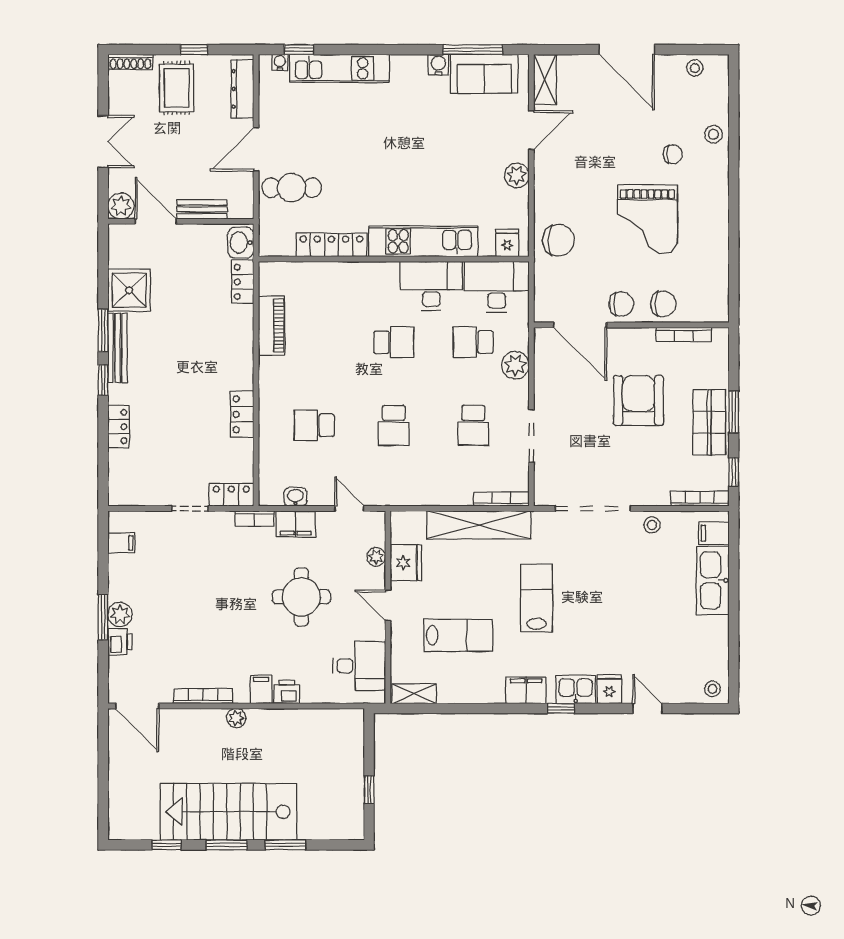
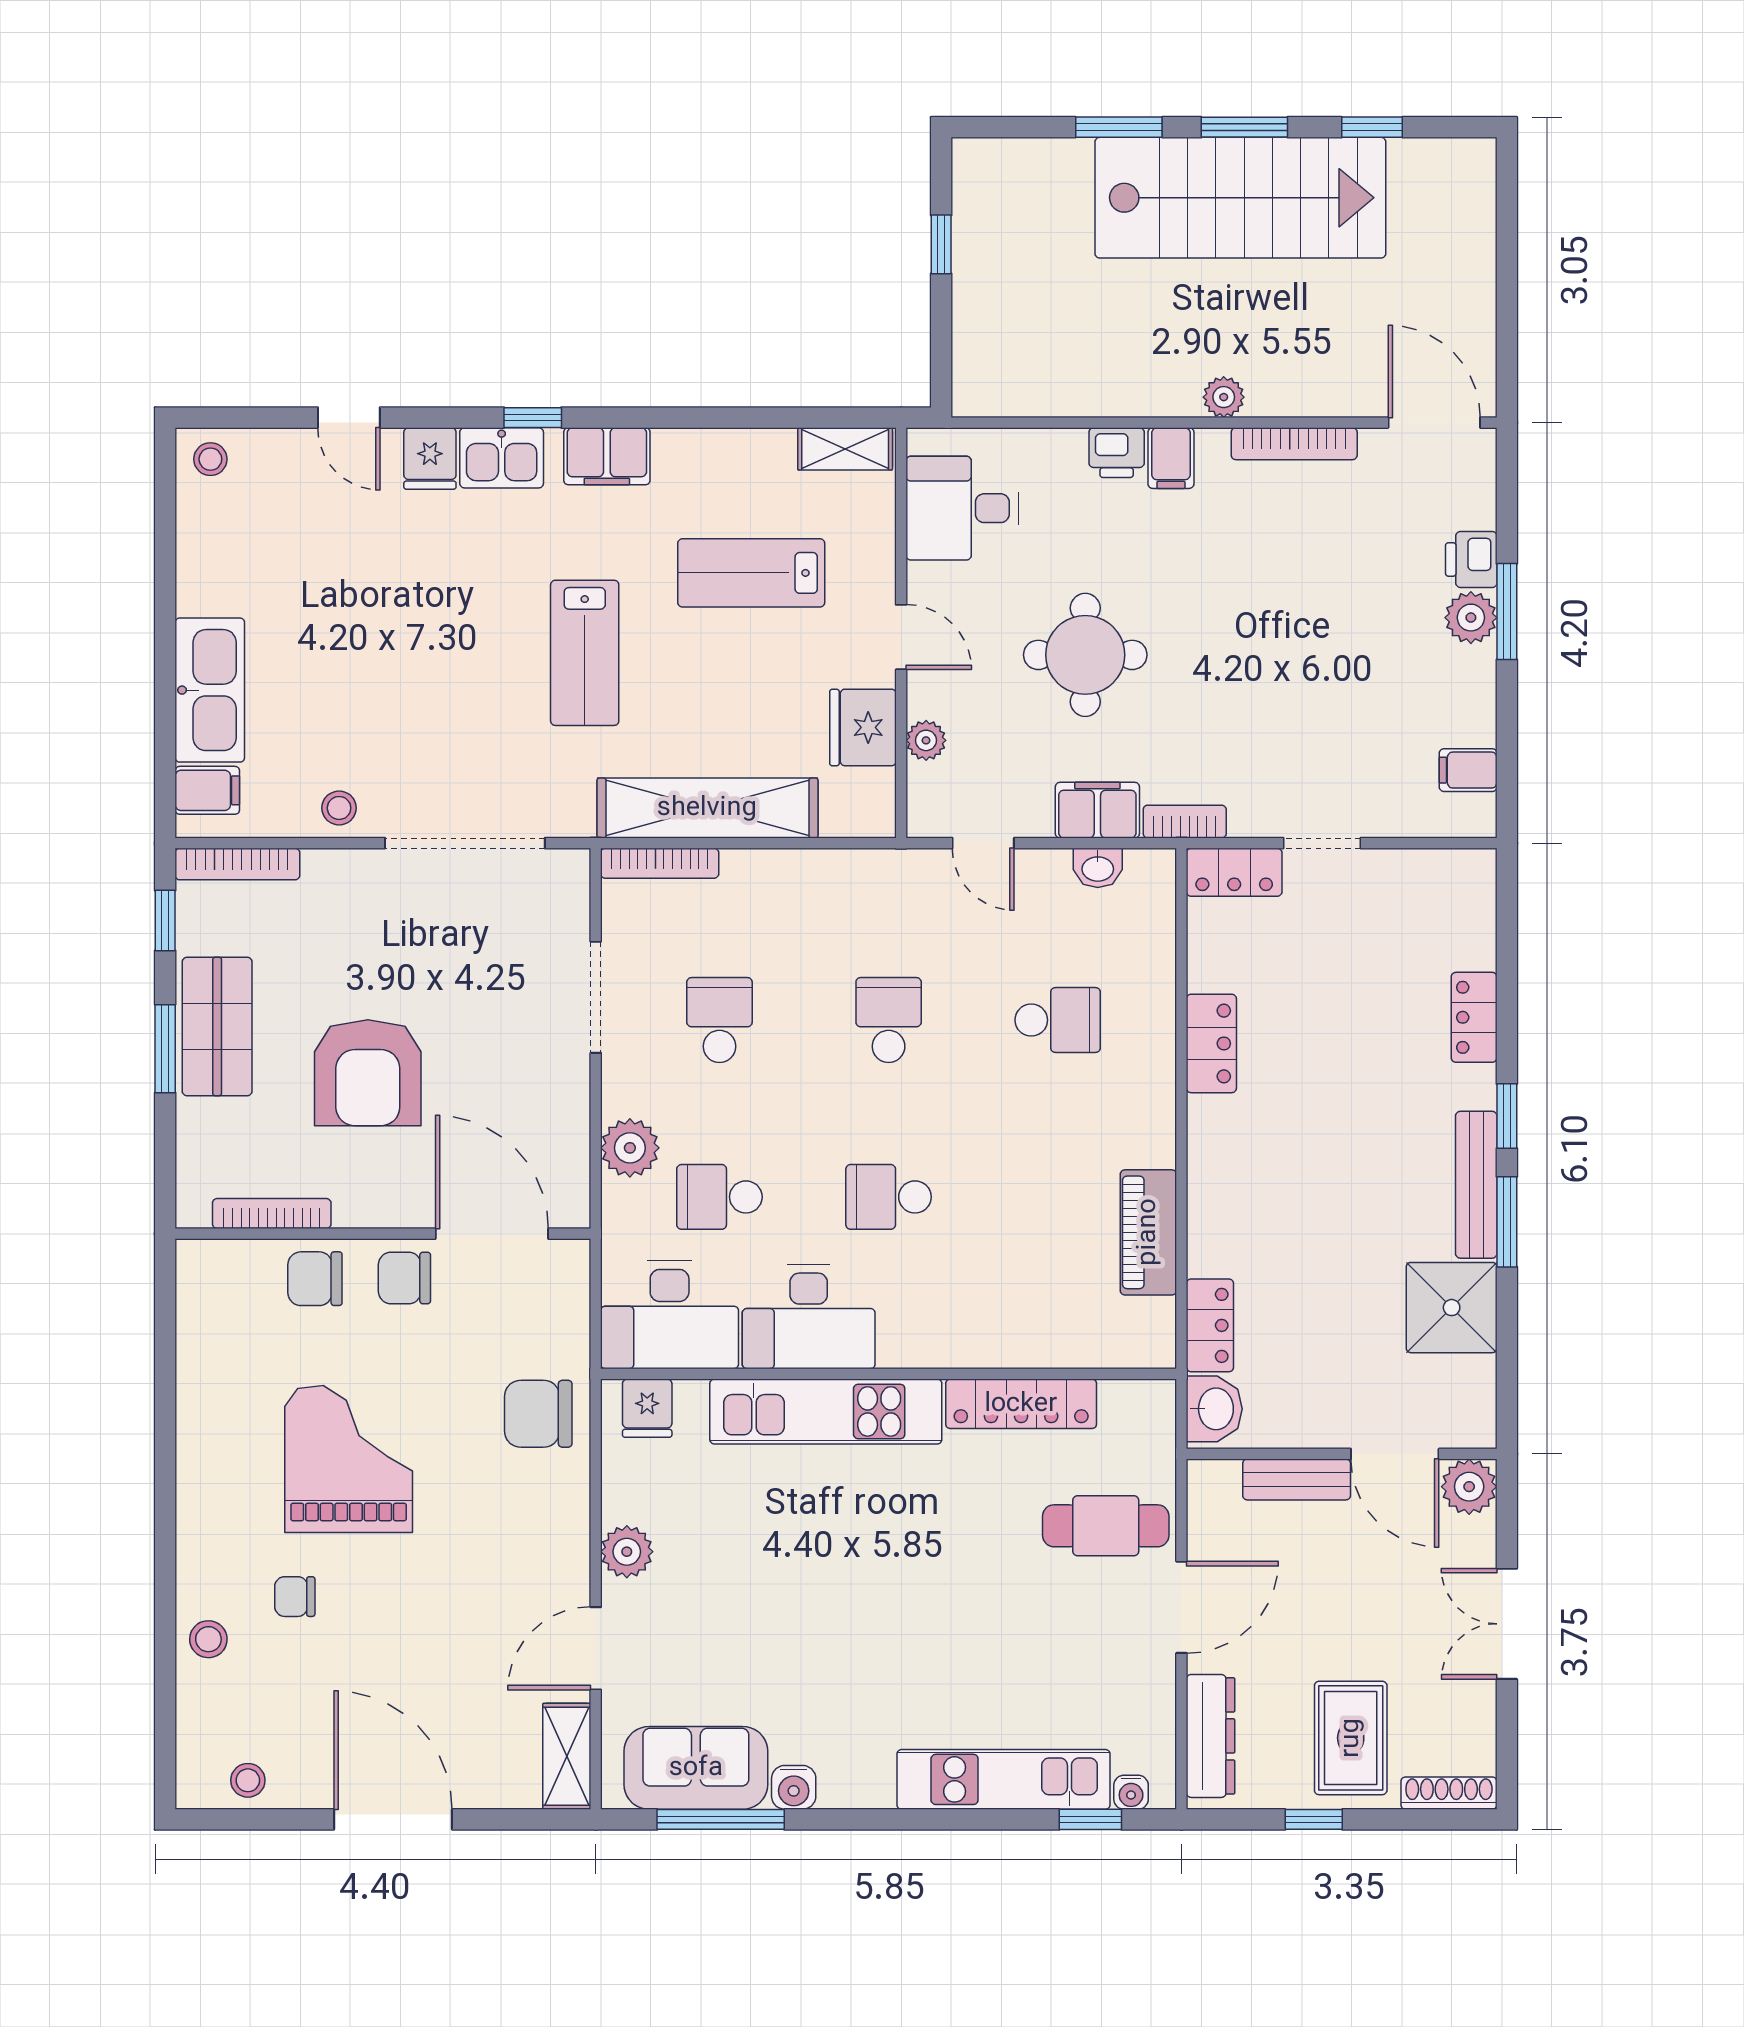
school desk: (473, 342) -> (719, 1197), turned 180

